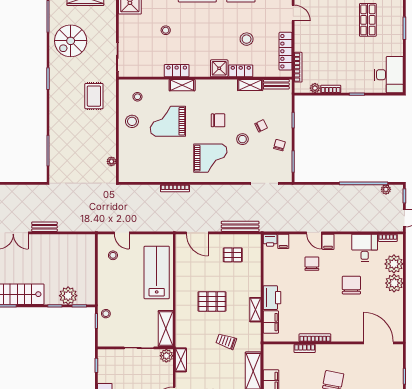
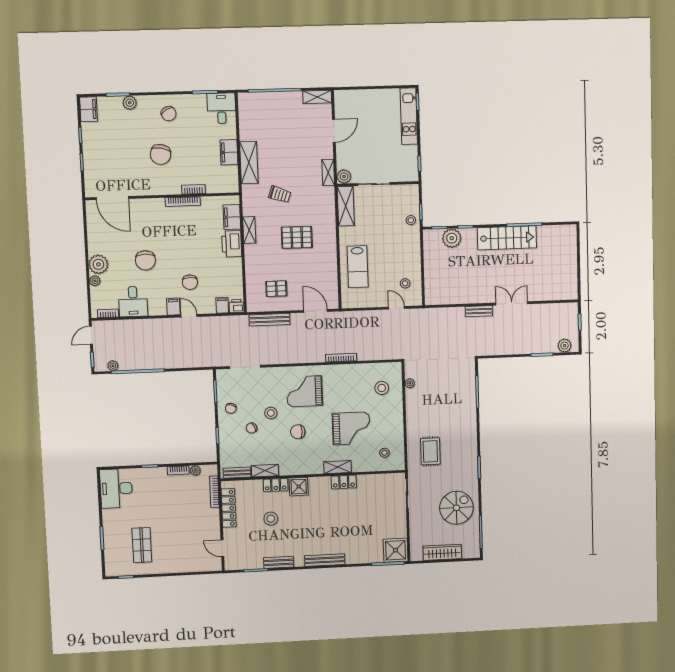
stool: (166, 30) -> (357, 524), removed
stool: (132, 121) -> (382, 388), moved
plant: (394, 264) -> (95, 281), width x0.53, depth x0.53
lab bench: (157, 272) -> (358, 267), width x0.73, depth x0.72

